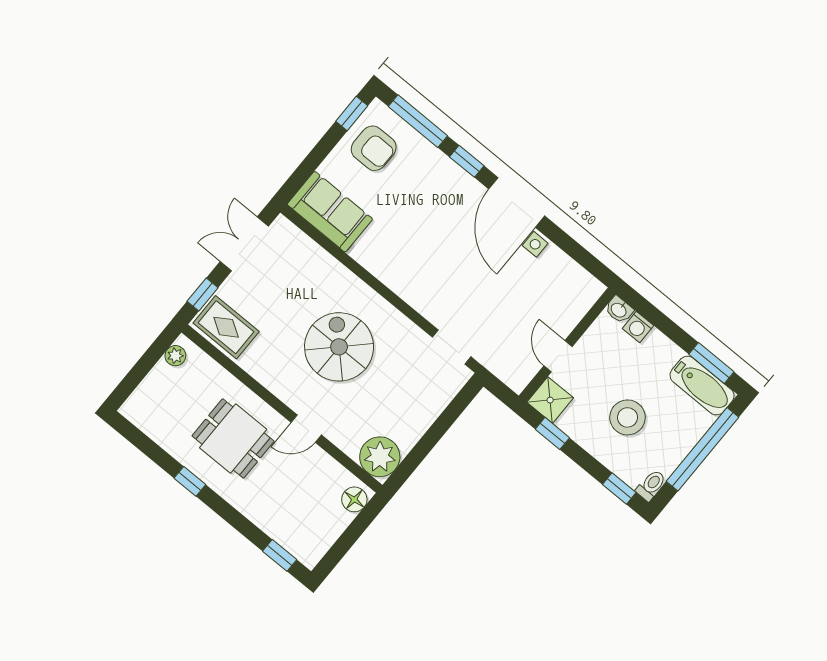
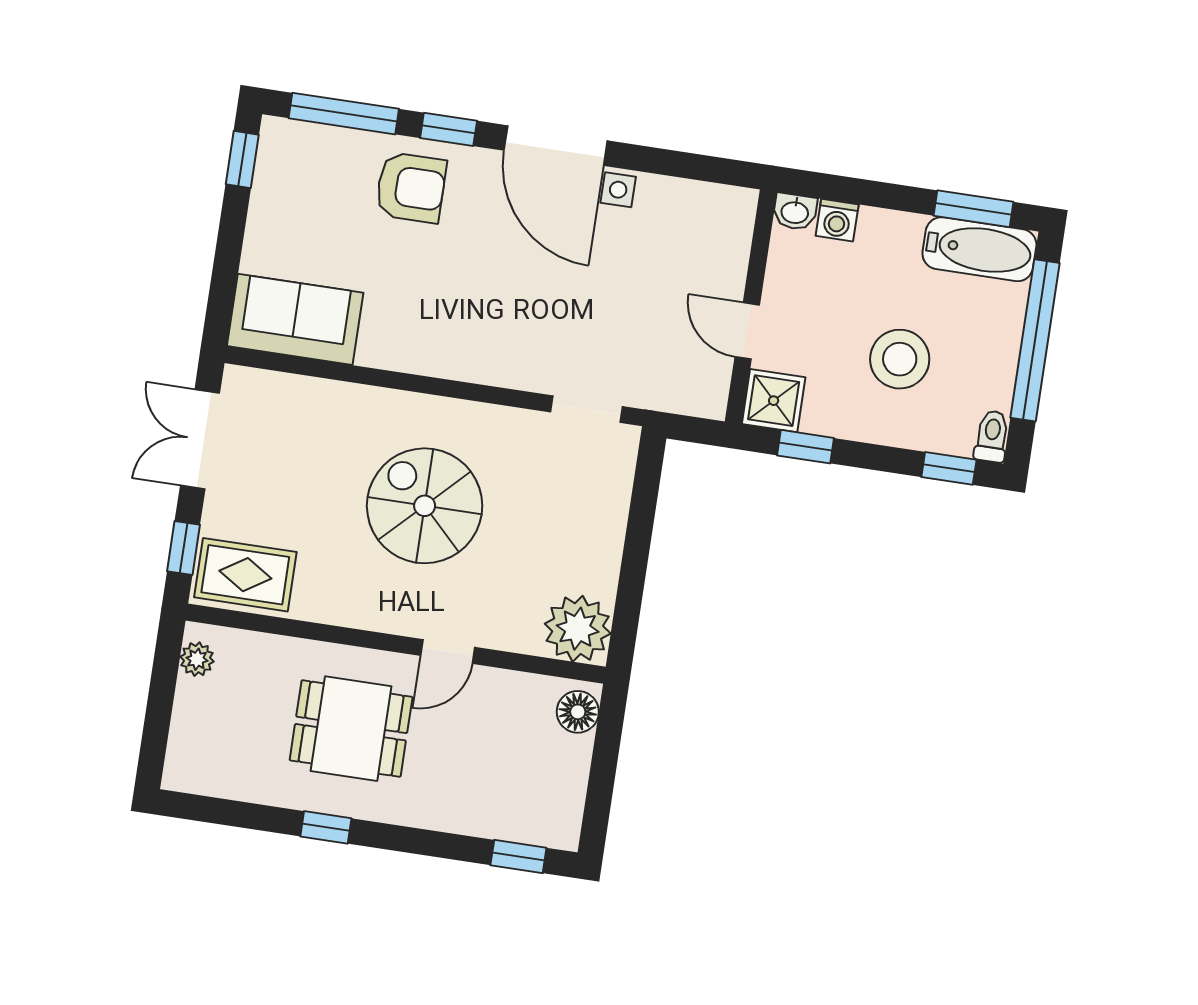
armchair: (374, 148) -> (411, 187), moved

